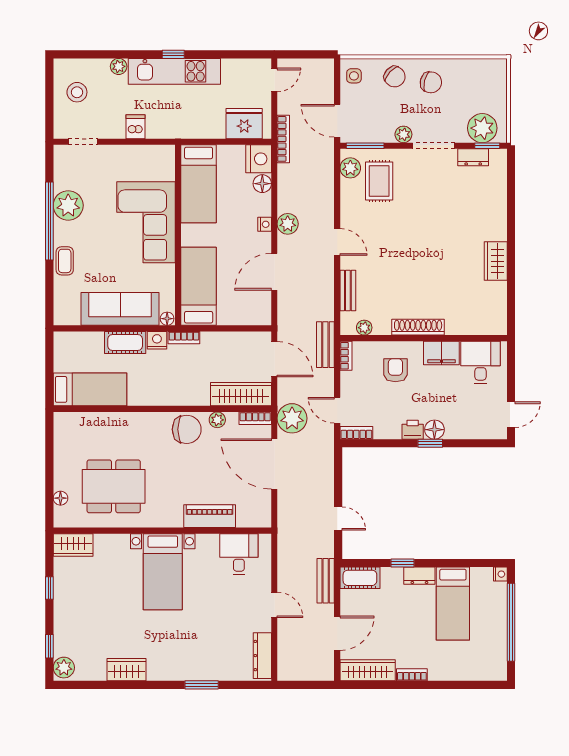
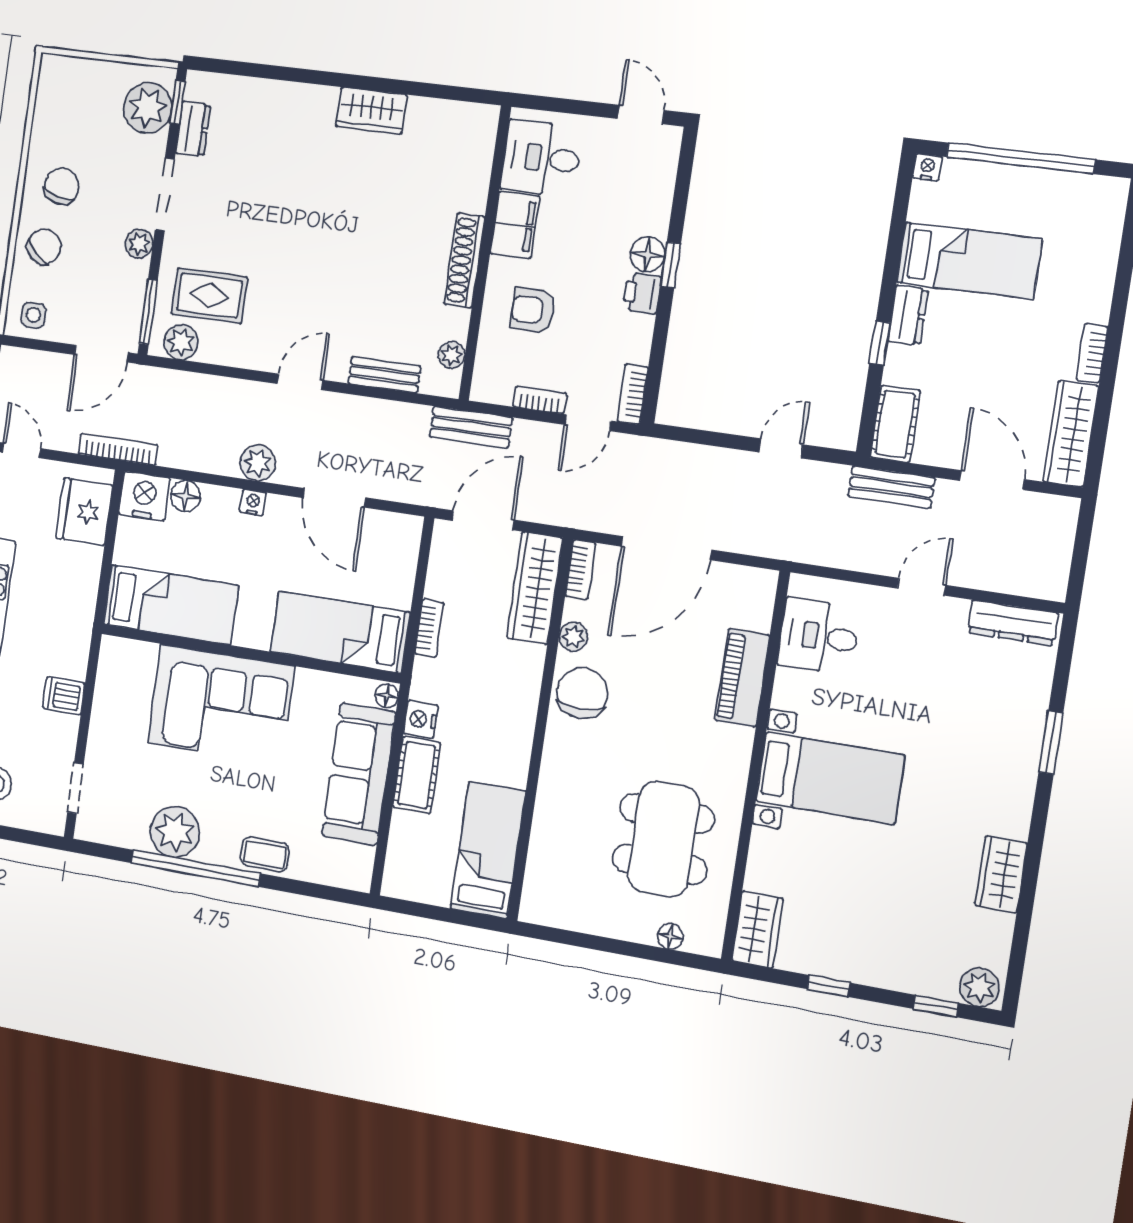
bookcase: (184, 338) -> (429, 628), moved
bookcase: (346, 356) -> (540, 400), moved
plant: (292, 418) -> (590, 505), removed

